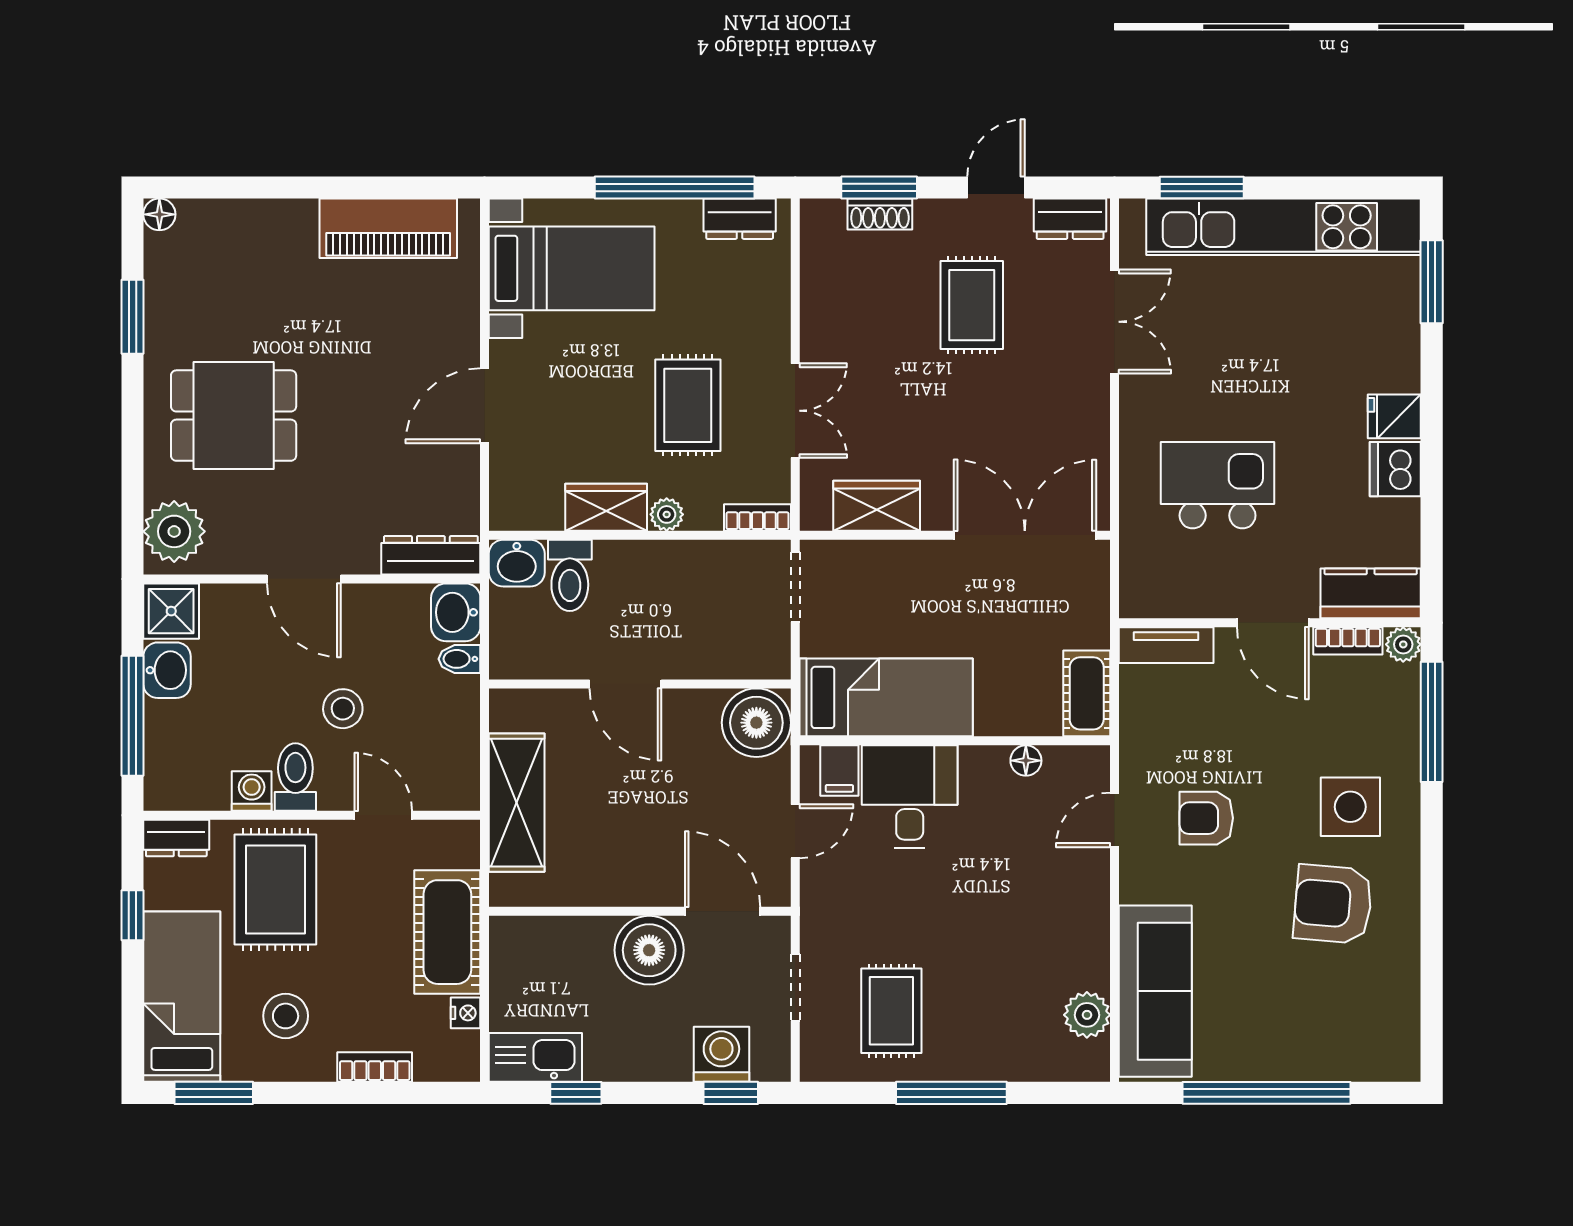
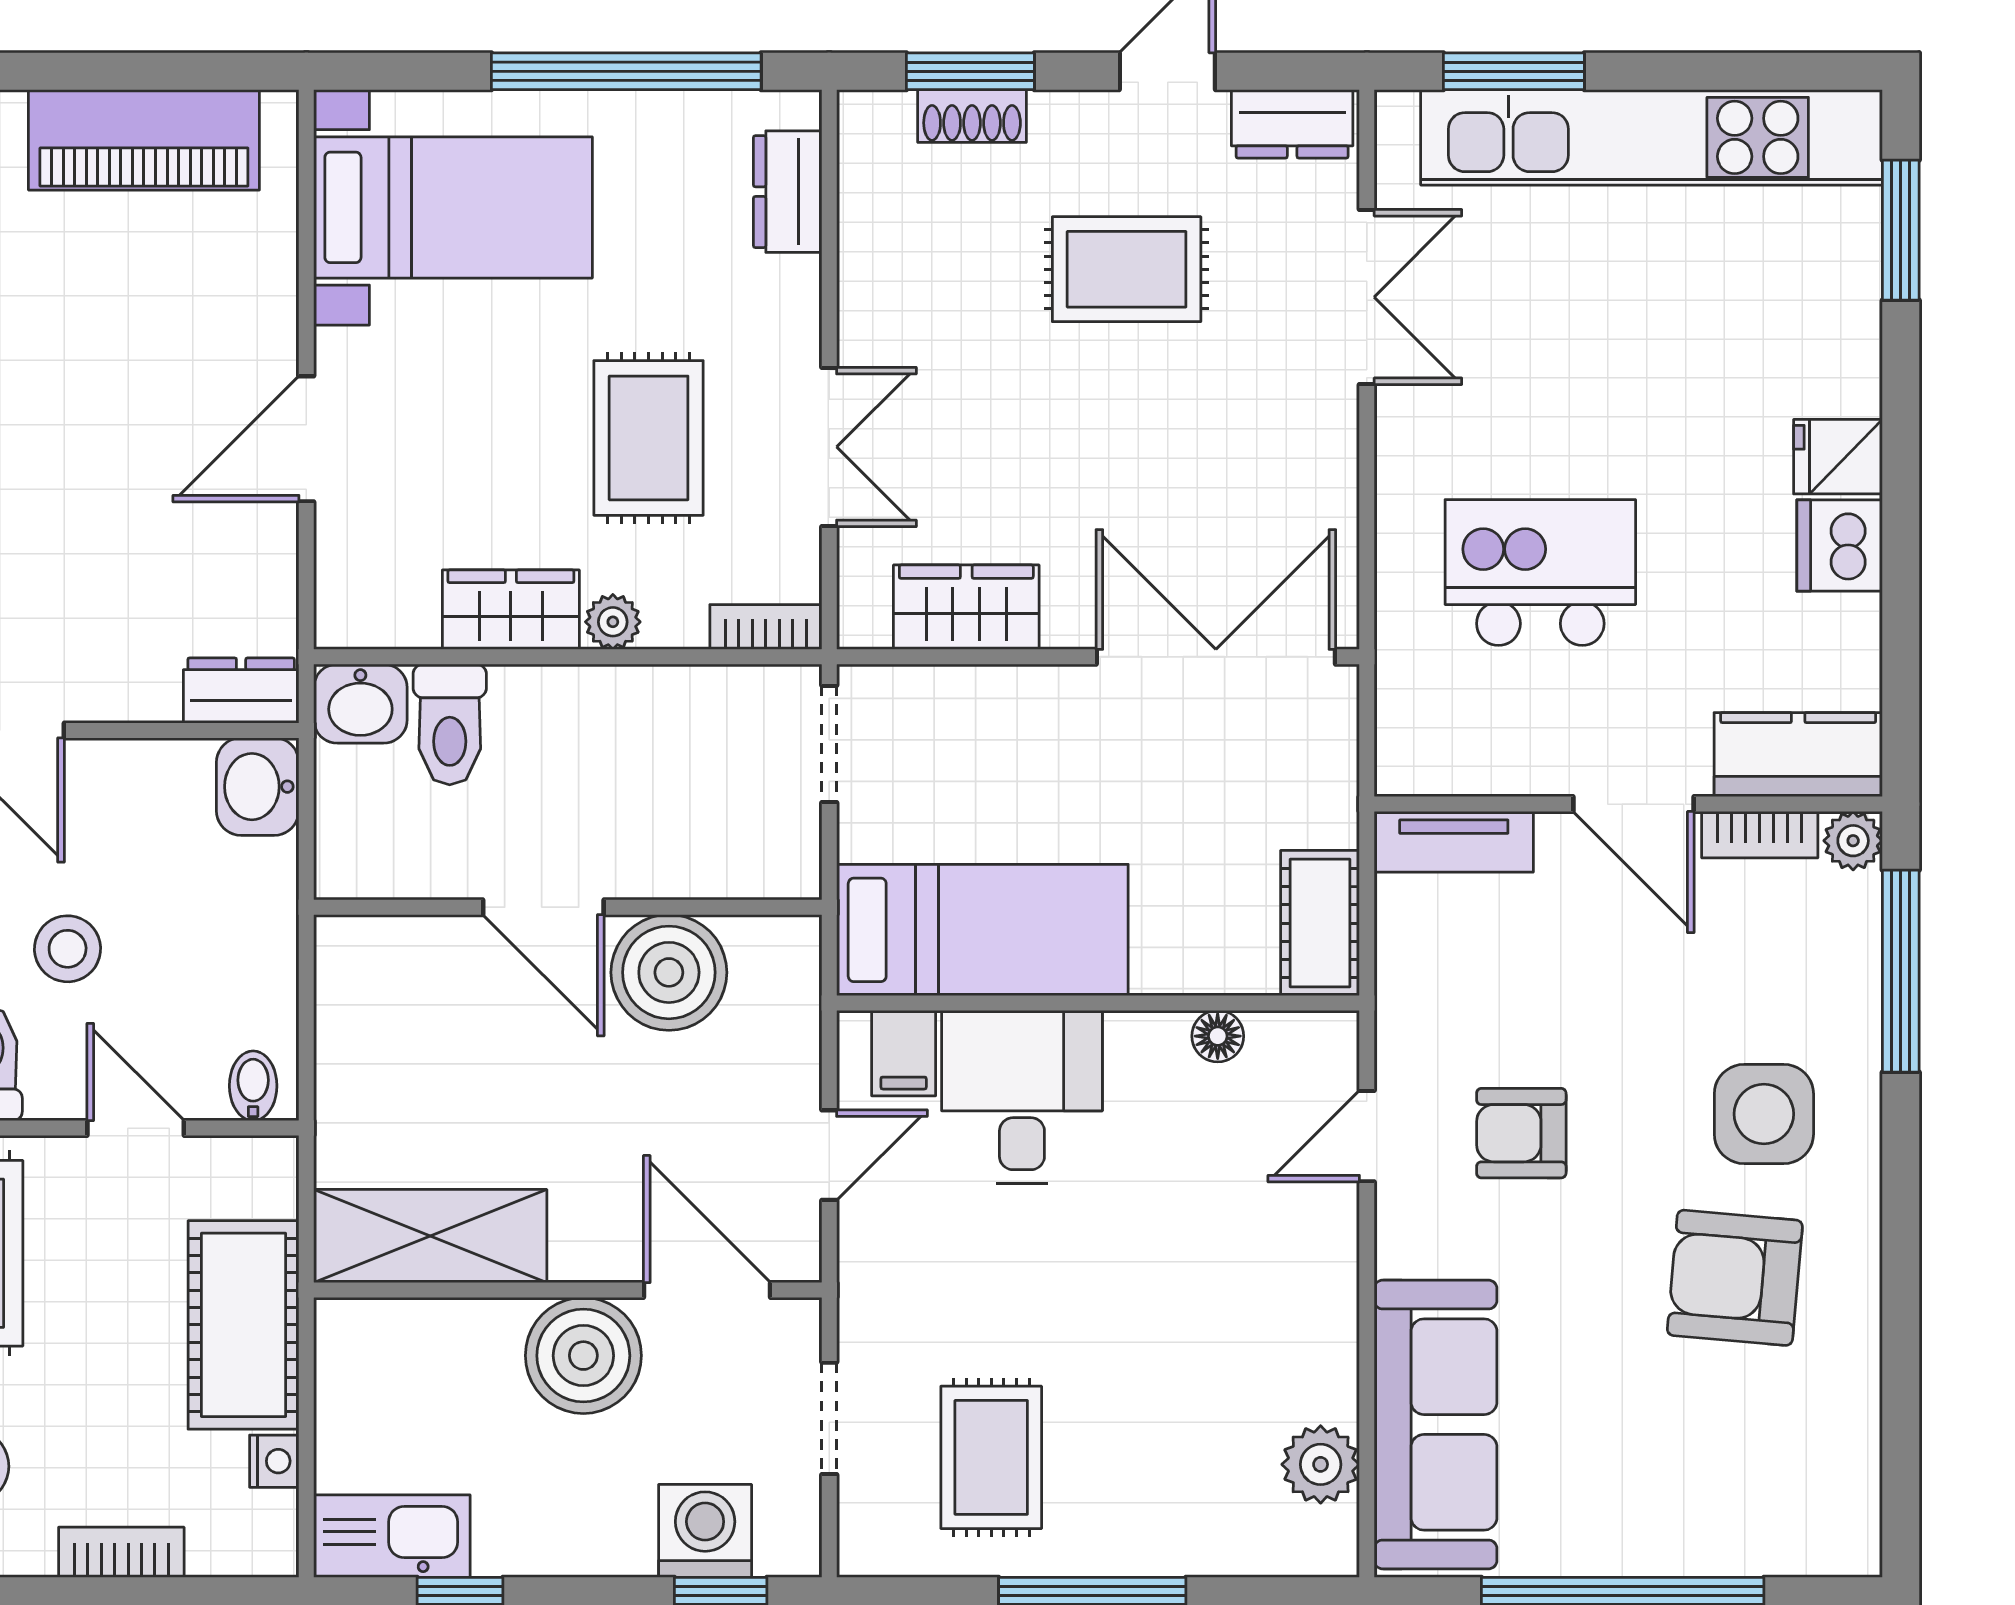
dresser: (740, 219) -> (788, 192), moved, turned 90
rug: (972, 305) -> (1127, 269), turned 90
dresser: (431, 555) -> (241, 690), width x0.70
bidet: (459, 659) -> (253, 1086), moved, turned 90
boiler: (756, 723) -> (669, 972), moved
shelving: (517, 803) -> (430, 1236), moved, turned 90

